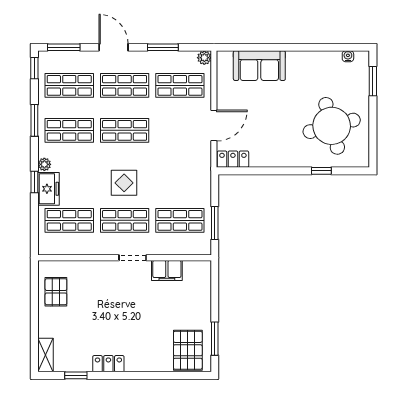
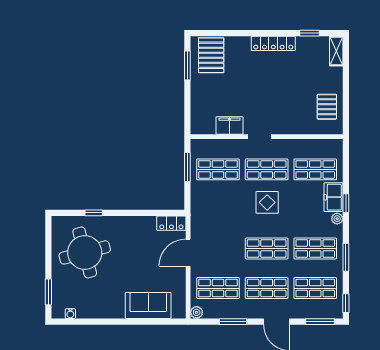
locker: (108, 364) -> (273, 43), width x1.53

